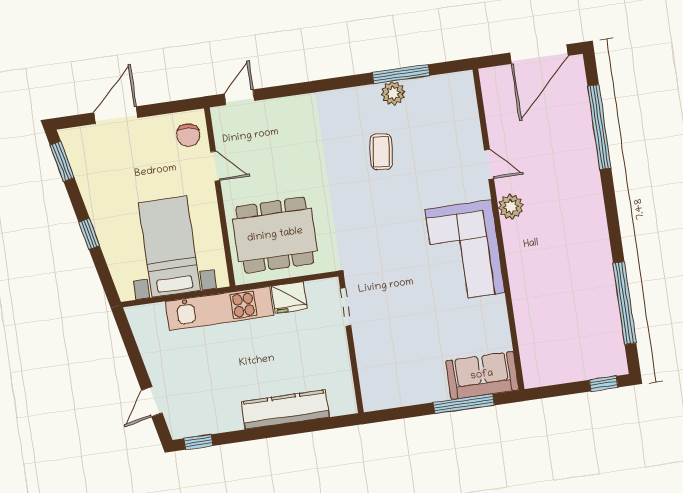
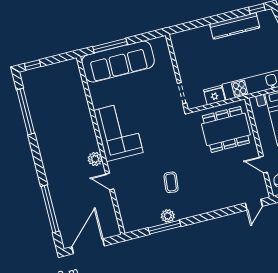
sofa: (482, 375) -> (118, 62), width x1.85, depth x1.27
kitchen counter: (285, 409) -> (235, 26), moved

